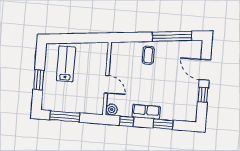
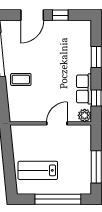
window: (39, 80) -> (58, 199), width x2.11
row of seats: (146, 112) -> (84, 89), moved

